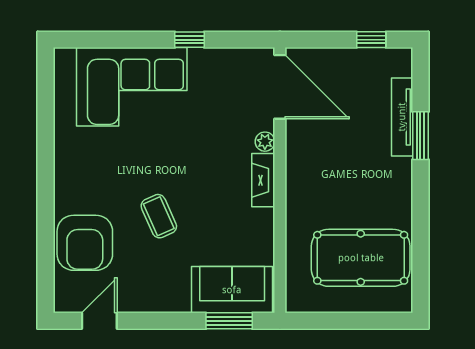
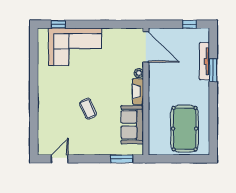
window: (190, 40) -> (58, 24), moved
armchair: (85, 243) -> (53, 121), removed
pool table: (361, 258) -> (185, 129), turned 90
sofa: (232, 290) -> (132, 125), moved, turned -90

